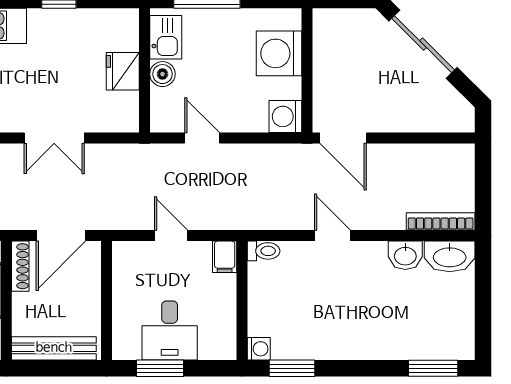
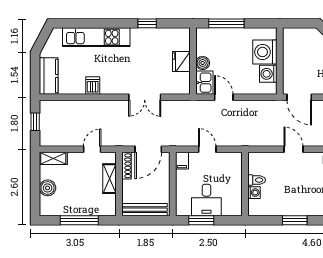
kitchen sink: (166, 37) -> (204, 83), moved
washing machine: (285, 116) -> (268, 74), moved
toilet: (264, 251) -> (257, 180), moved
filing cabinet: (225, 257) -> (182, 161), moved
washing machine: (259, 349) -> (254, 193), moved
window: (292, 368) -> (295, 220), moved

